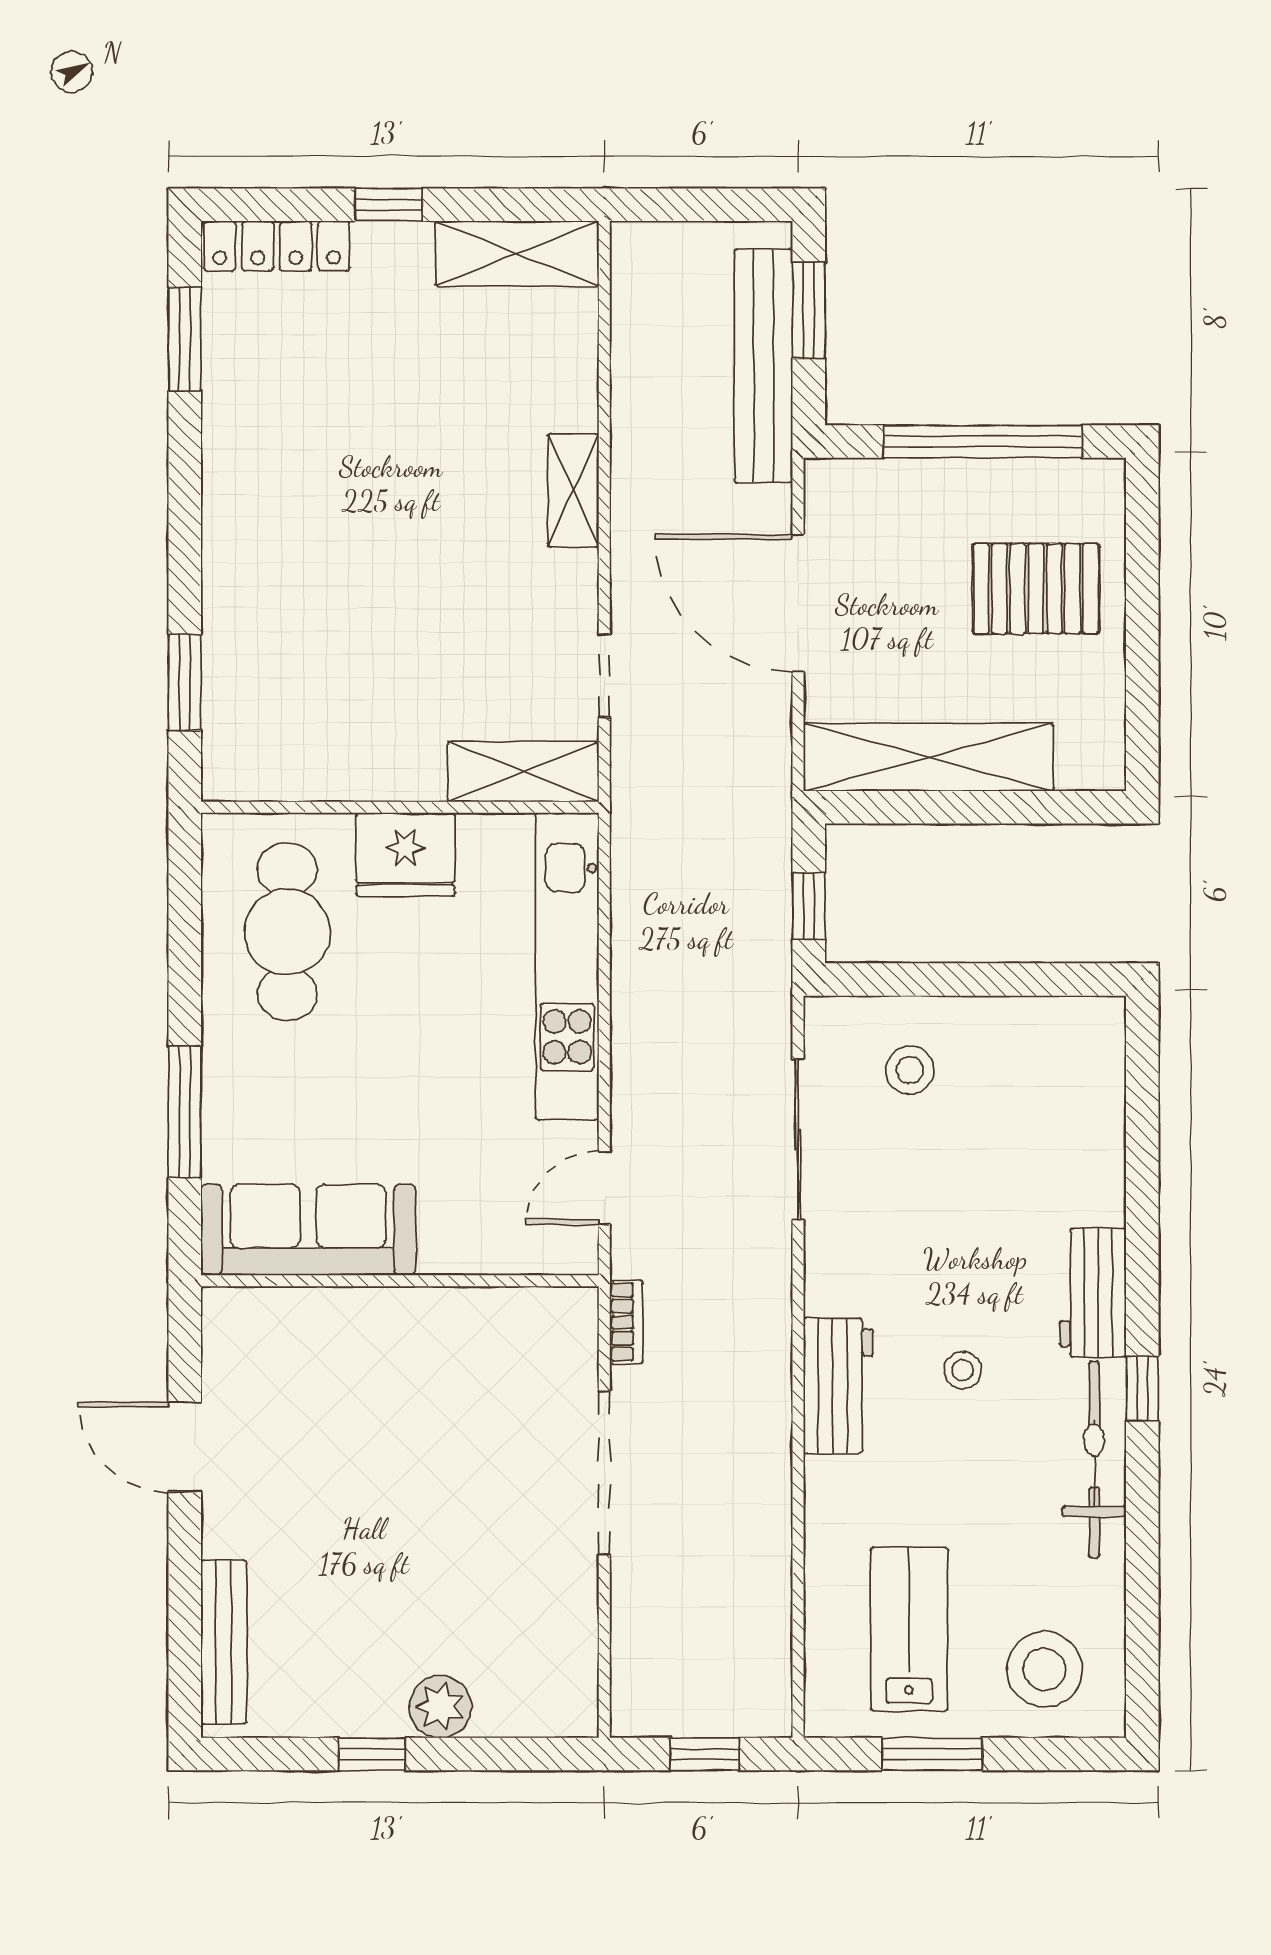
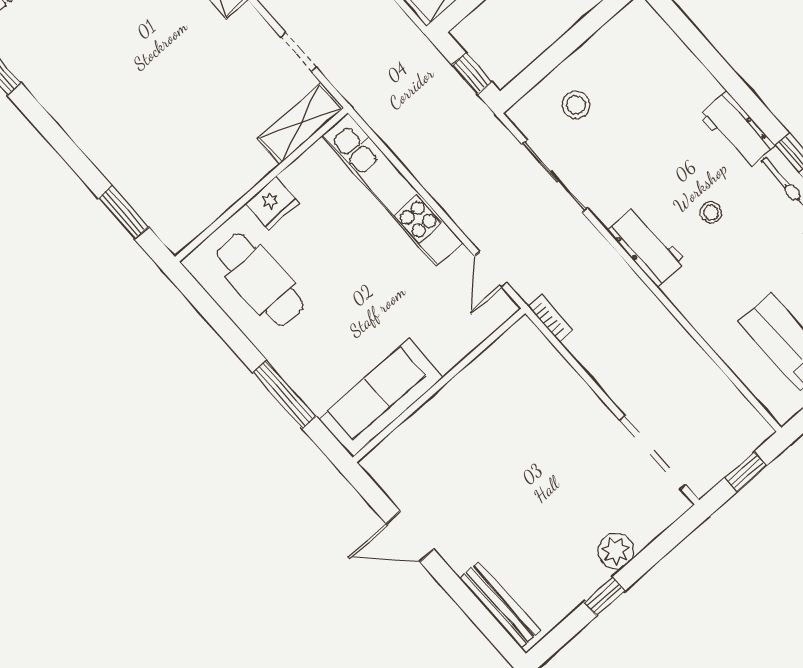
fridge: (405, 855) -> (272, 203), width x0.73, depth x0.75
workbench: (838, 1386) -> (647, 246), moved
doorway: (604, 1473) -> (653, 452), moved

